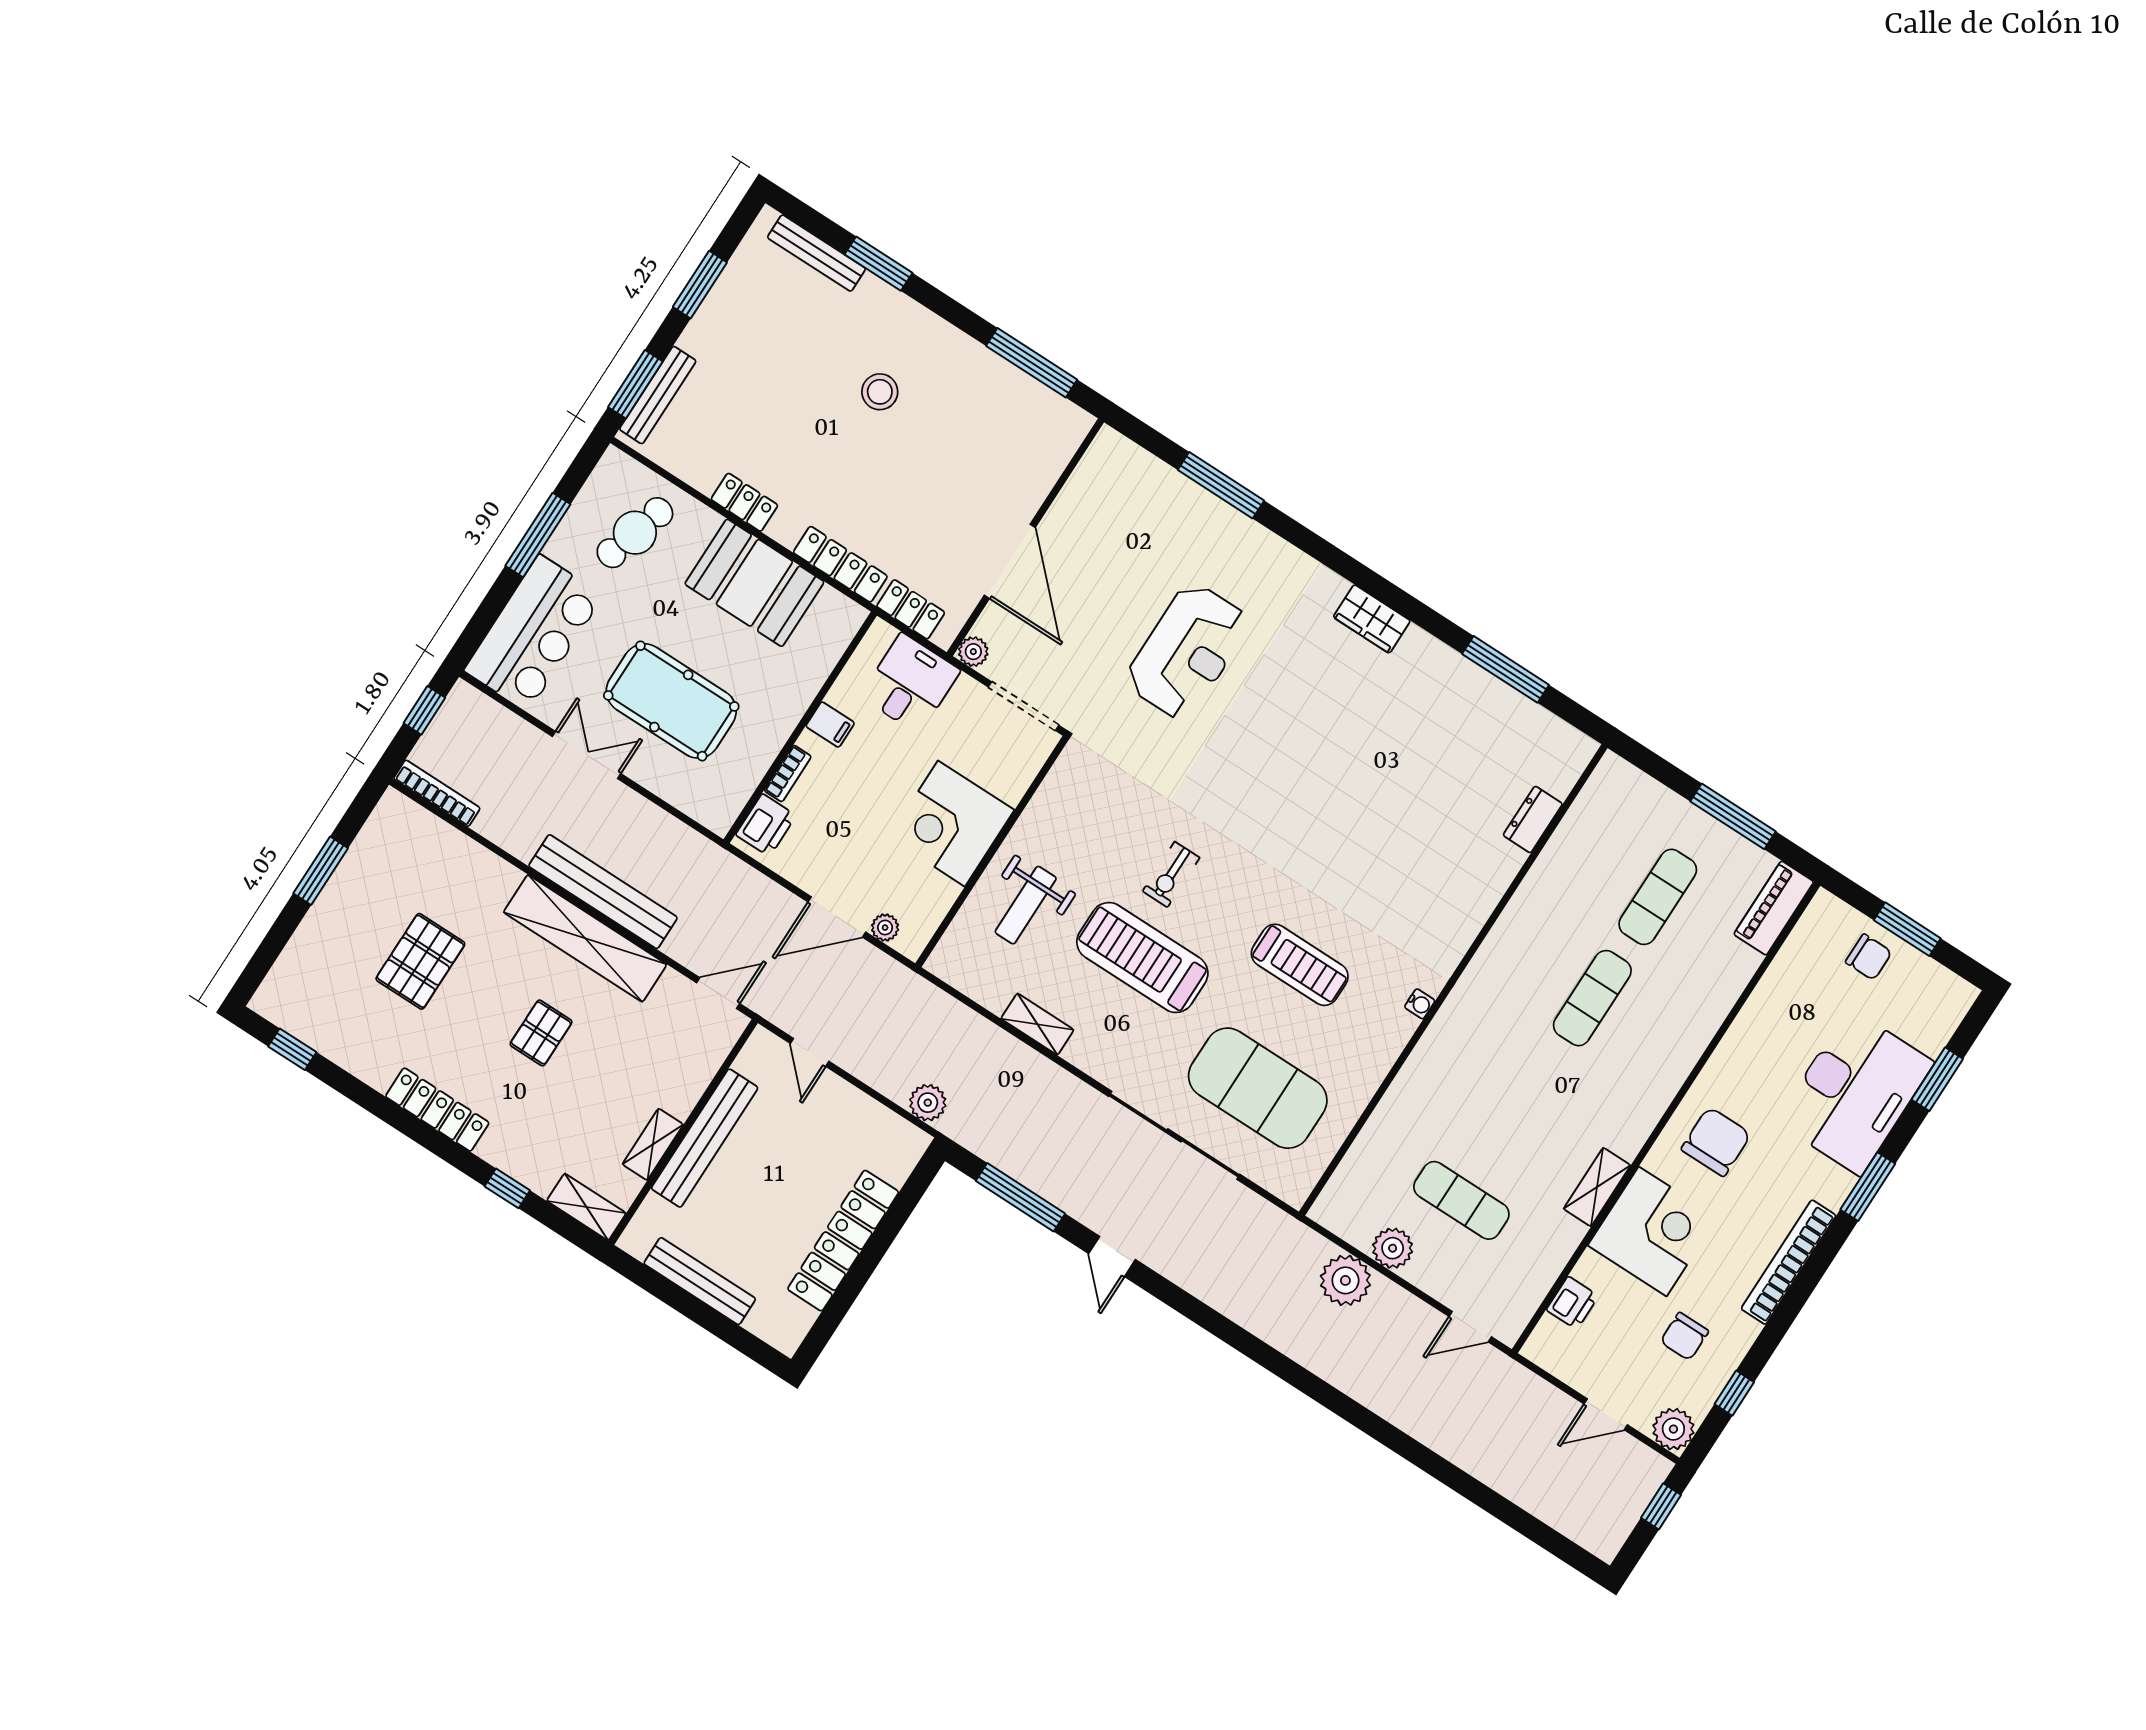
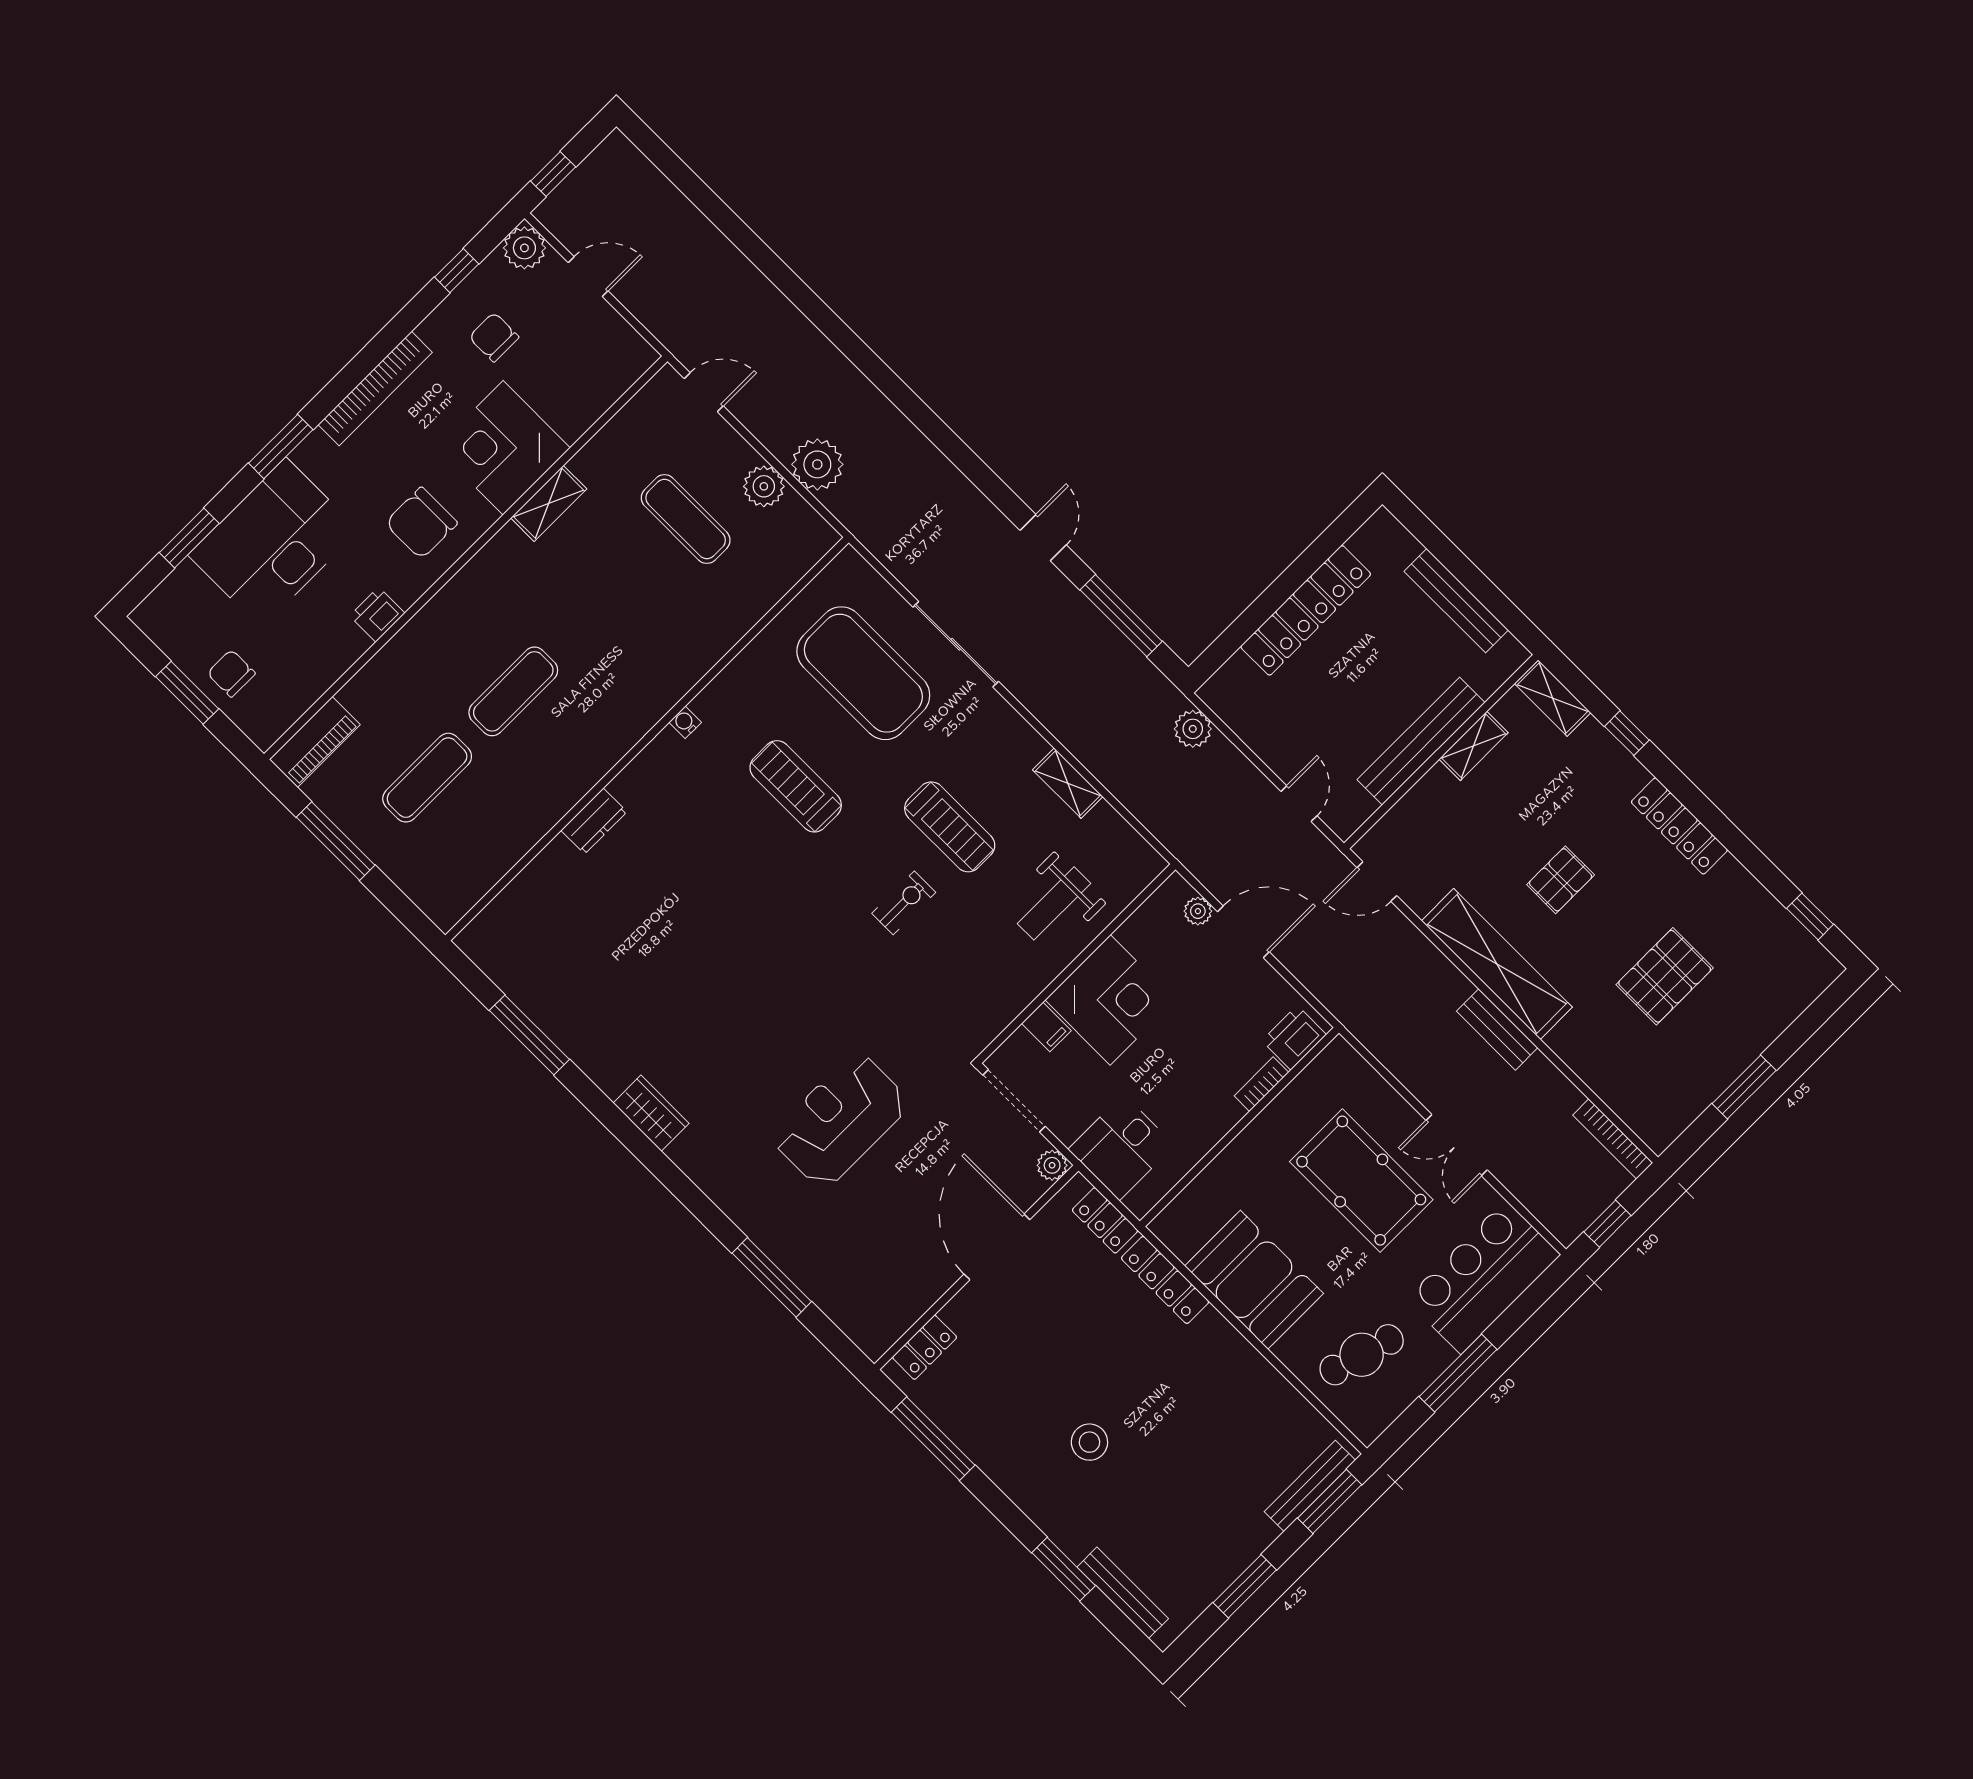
locker: (744, 502) -> (925, 1347), moved, turned -90
filing cabinet: (830, 725) -> (1046, 1027), moved, turned 180
dresser: (1533, 819) -> (594, 821), moved
bench: (603, 892) -> (1497, 1029), width x0.54, depth x0.82
weight bench: (1026, 905) -> (1054, 903), turned 180
treadmill: (1142, 958) -> (950, 827), width x0.73, depth x0.73
sliding door: (1174, 1135) -> (956, 644), width x0.73
printer: (1572, 1303) -> (377, 615), moved
chair: (1684, 1336) -> (494, 337), turned -90

